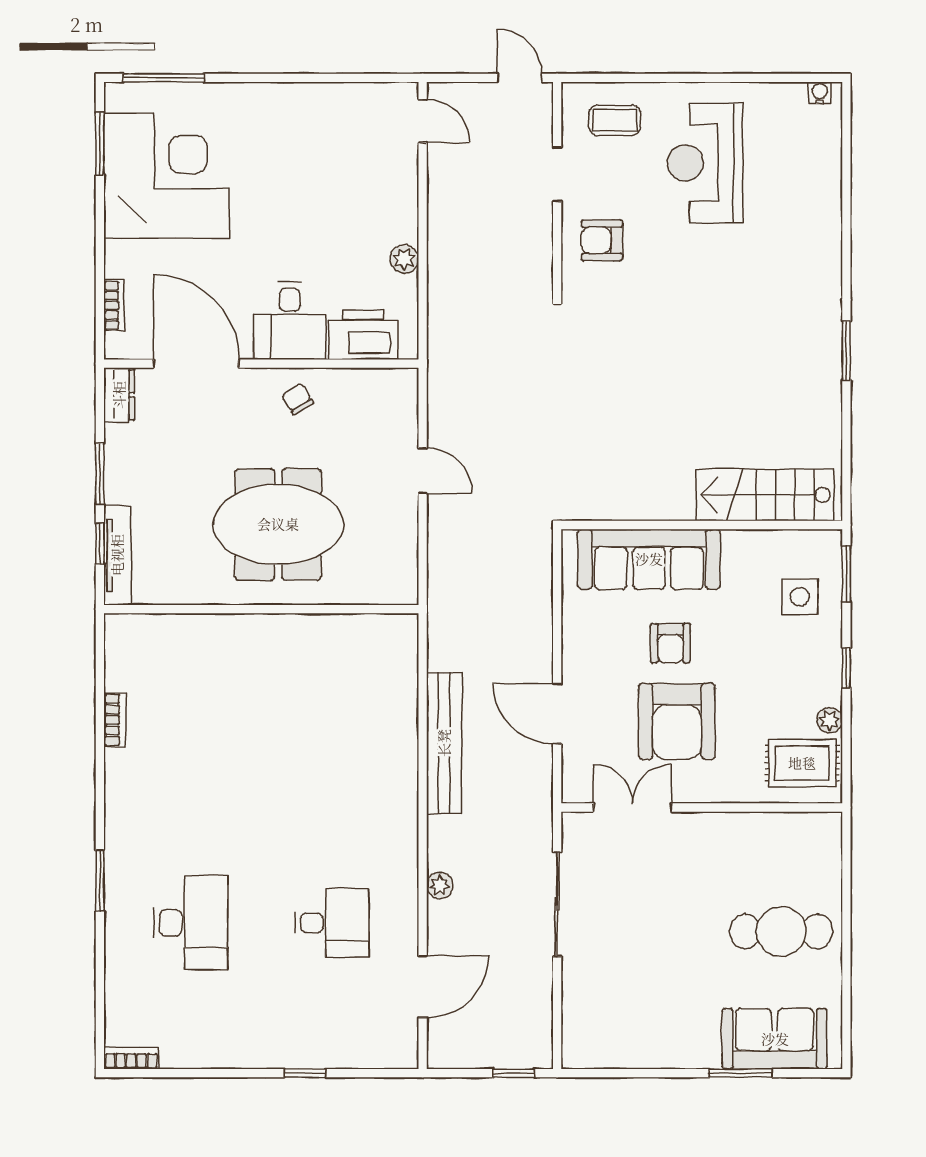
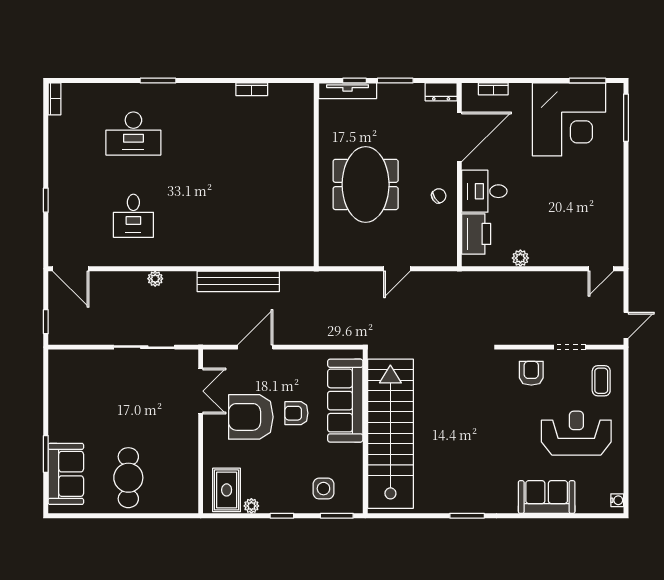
sofa: (814, 214) -> (547, 497), added
stairs: (765, 495) -> (390, 434), width x1.86, depth x1.51
door: (423, 987) -> (71, 269), moved

